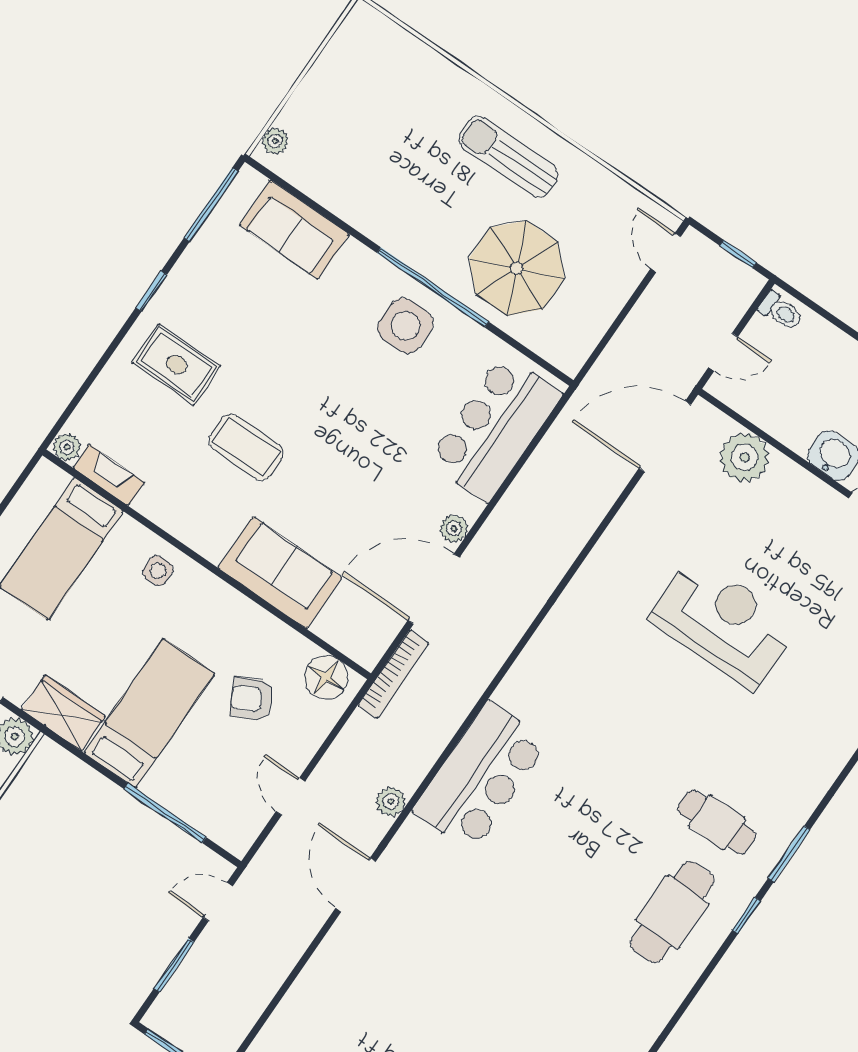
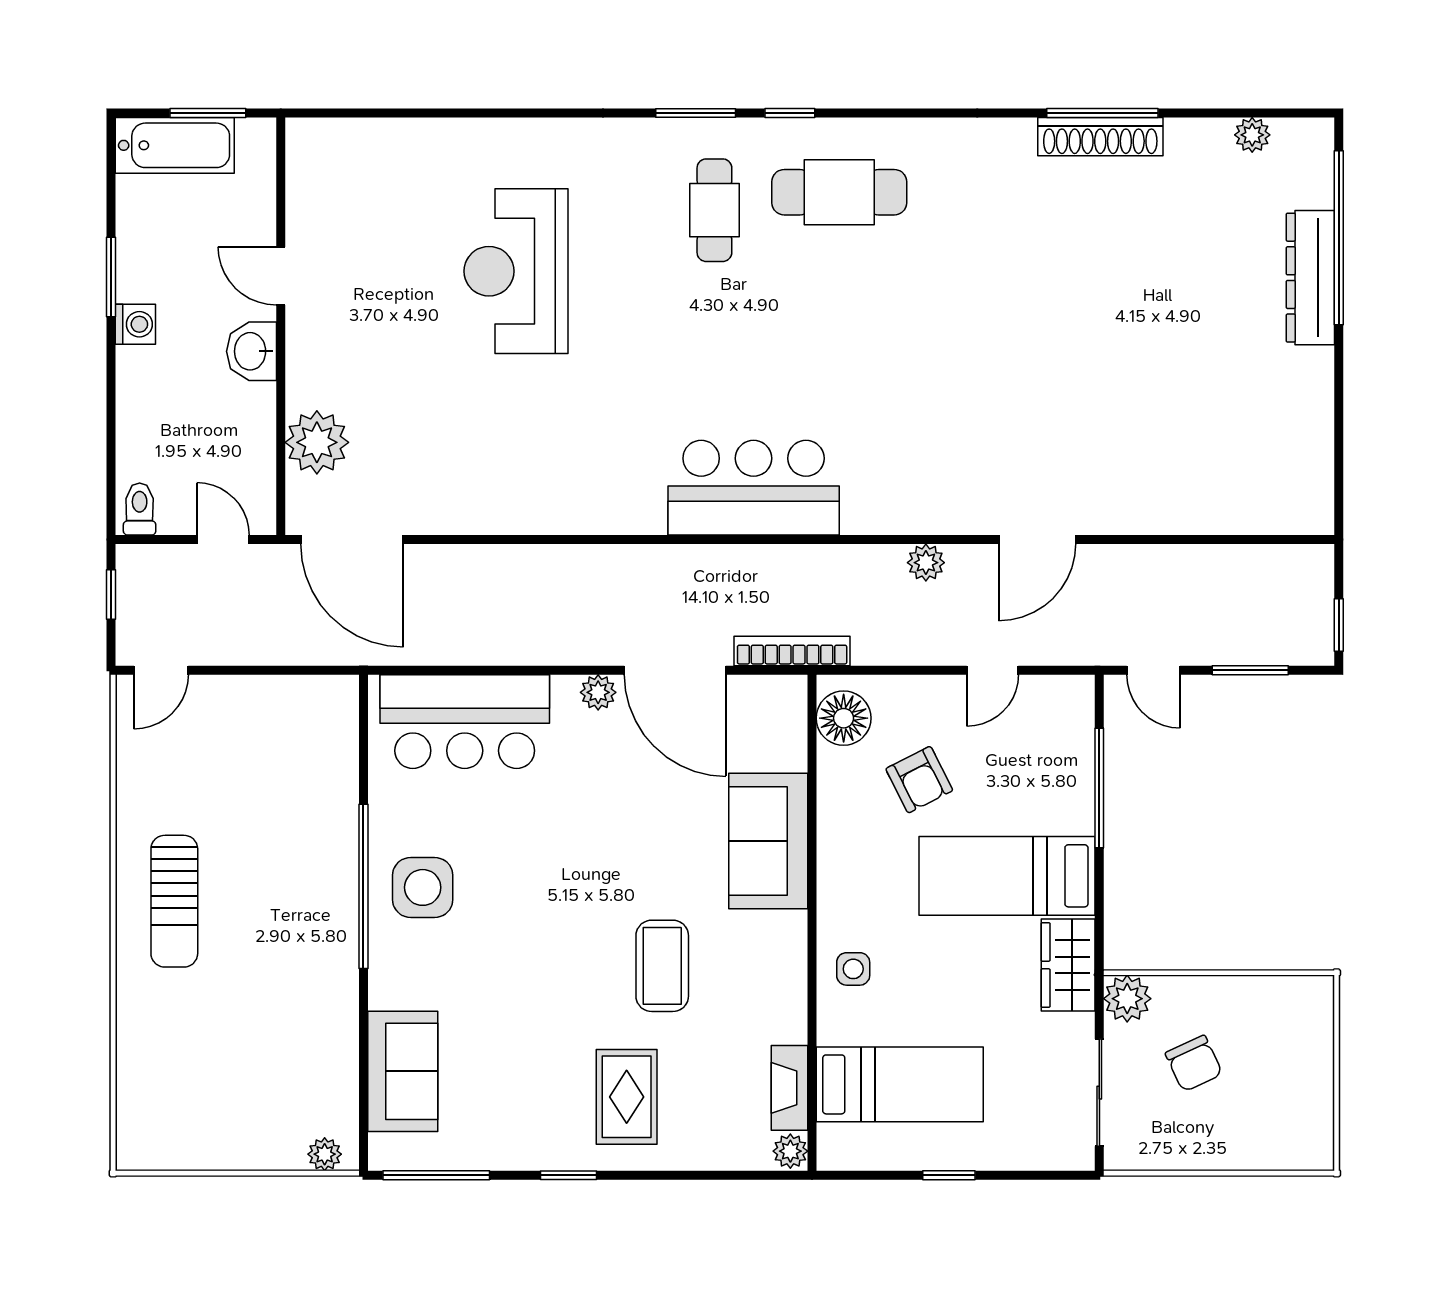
parasol: (517, 268) -> (284, 813), removed
reception desk: (723, 622) -> (516, 271), moved
bar counter: (481, 776) -> (754, 488), moved

